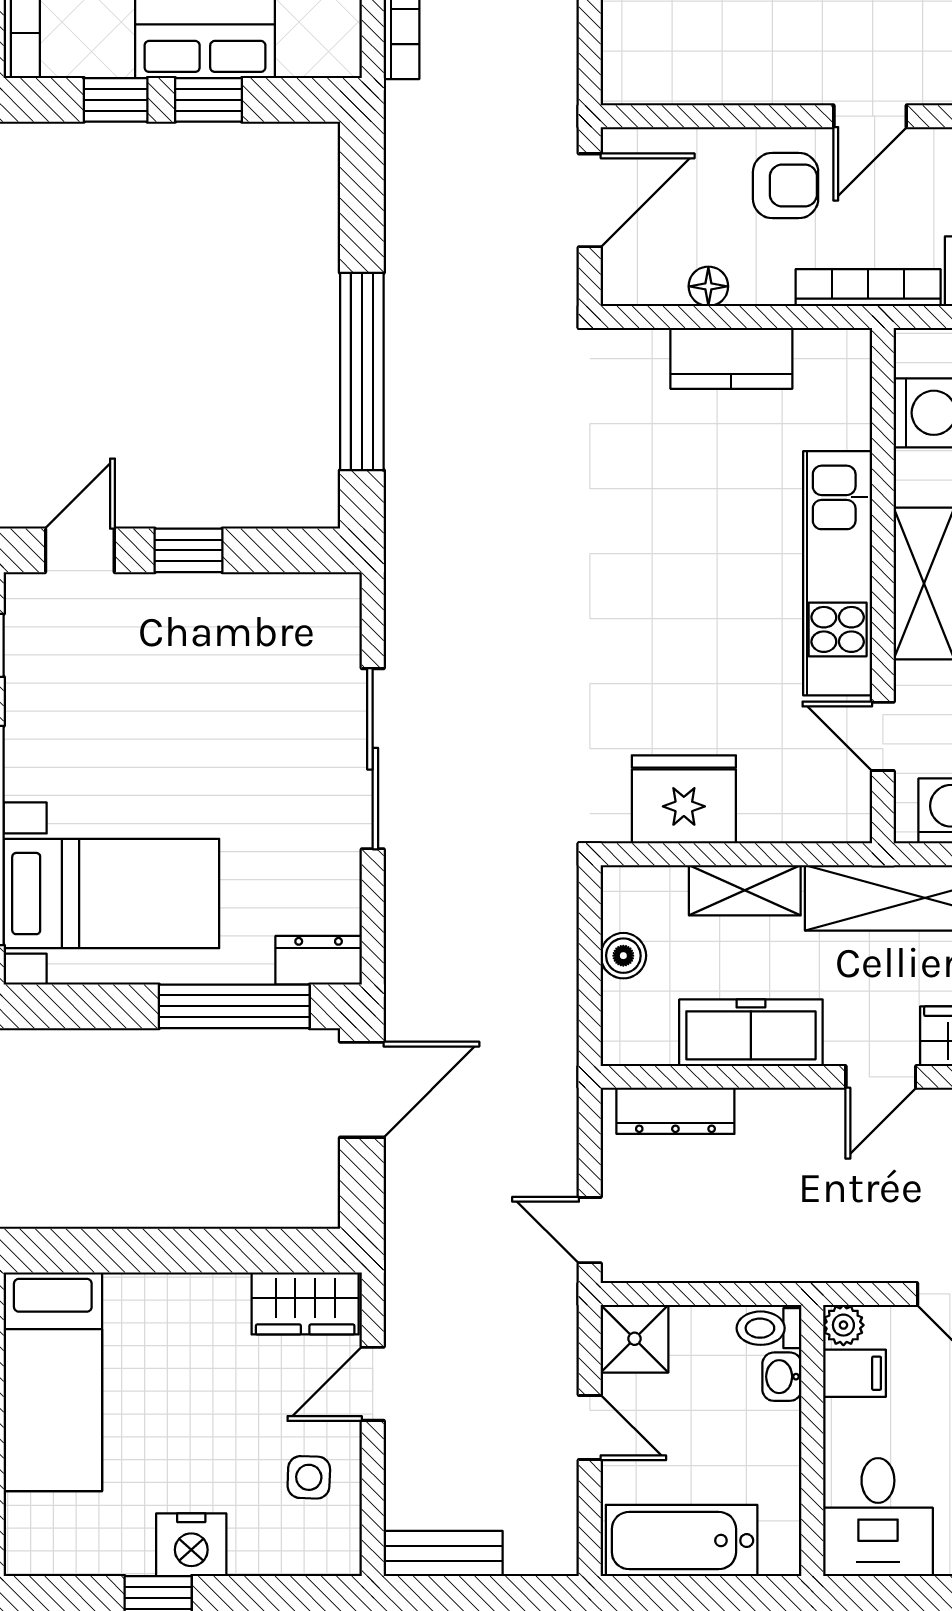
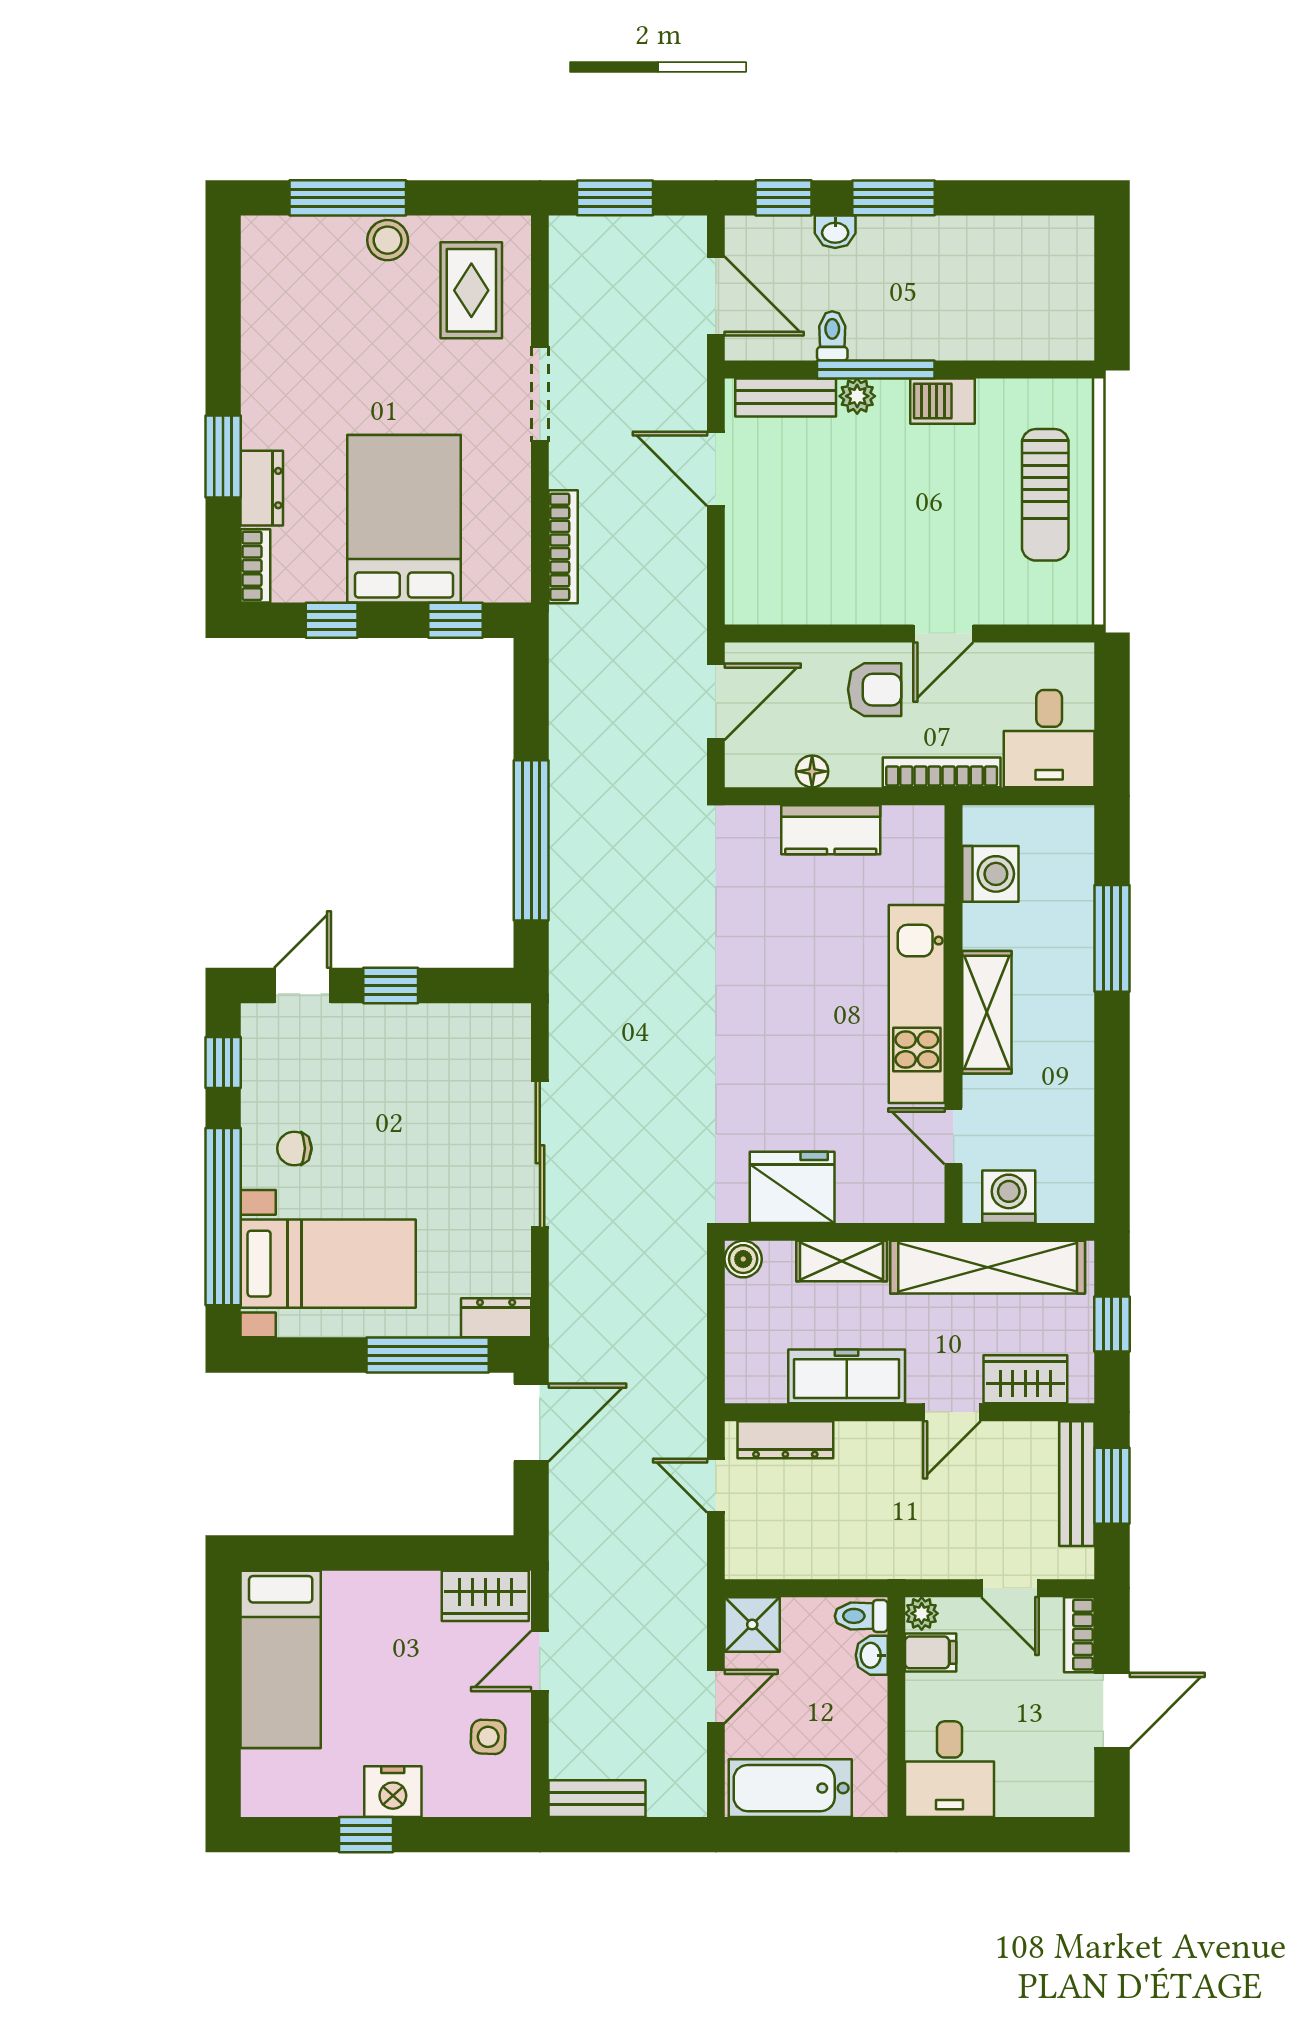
window: (209, 100) -> (455, 620), moved
chair: (70, 751) -> (294, 1148), added
boiler: (623, 956) -> (743, 1259), moved
door: (590, 1230) -> (716, 1486), moved
door: (590, 1428) -> (716, 1696), hinge flipped

